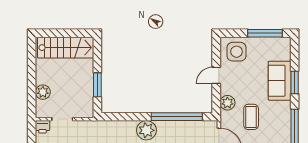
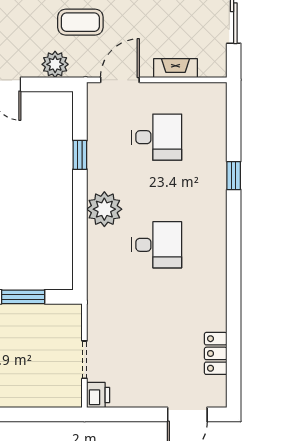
plant: (43, 92) -> (36, 394), removed
window: (177, 117) -> (80, 155), width x0.32

